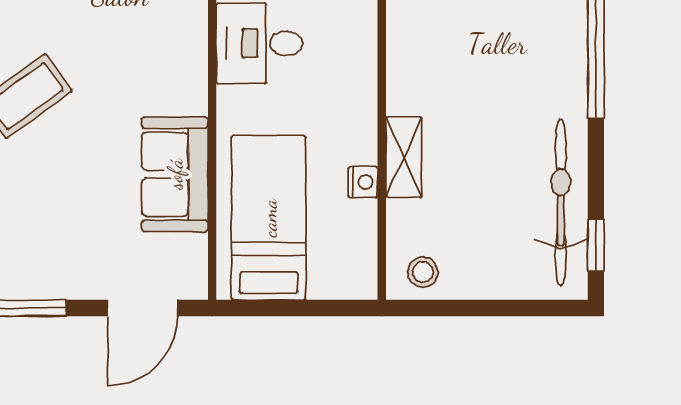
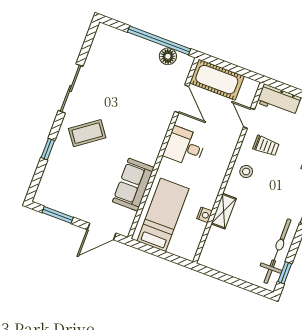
stool: (423, 272) -> (246, 172), moved

